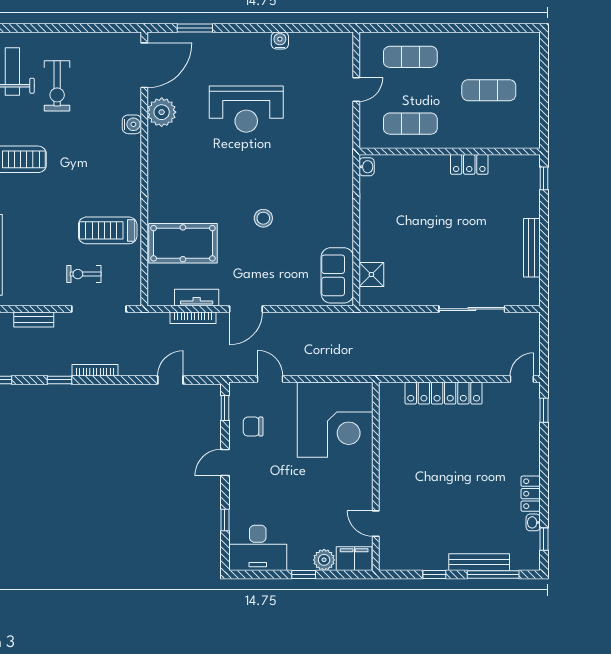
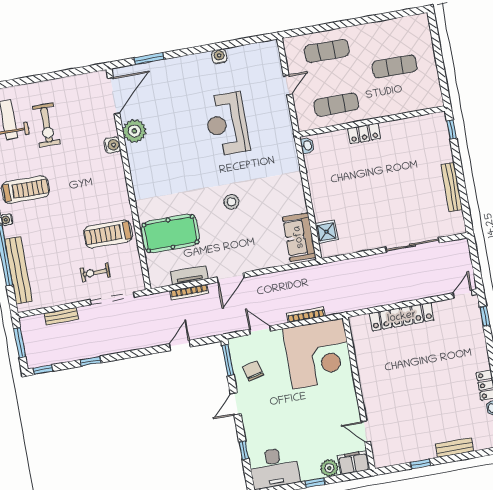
reception desk: (246, 109) -> (227, 124), moved, turned 90
locker: (469, 164) -> (364, 133), moved
bookcase: (95, 370) -> (306, 315), moved
window: (225, 408) -> (228, 360), width x1.50
chair: (253, 427) -> (253, 371), turned 76
bench: (479, 562) -> (454, 448), width x0.73
window: (493, 574) -> (467, 456), removed

